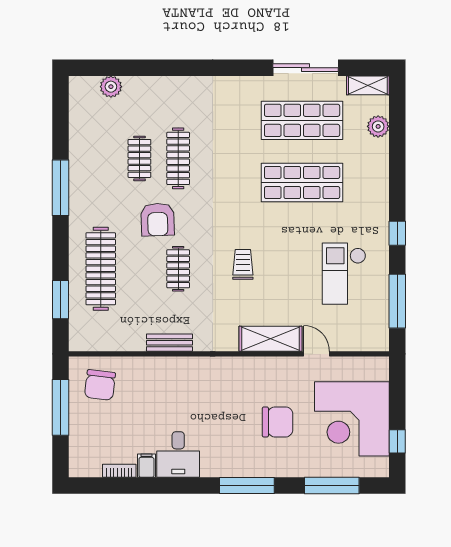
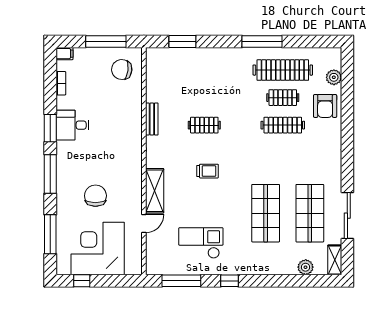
armchair: (158, 220) -> (325, 106), moved, turned -88
clothes rail: (101, 269) -> (283, 70), moved
chair: (278, 422) -> (95, 196), turned 180
filing cabinet: (146, 466) -> (64, 54), moved
window: (182, 486) -> (50, 128), added

